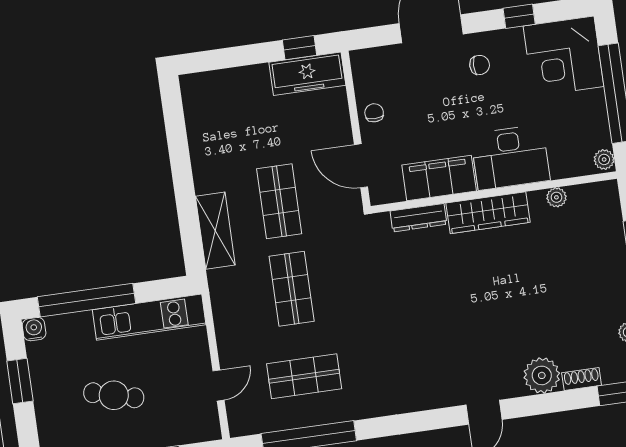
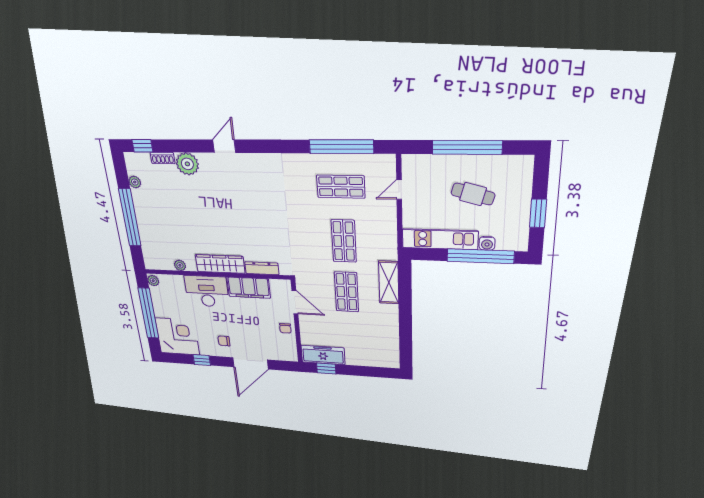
water cooler: (34, 329) -> (487, 243), moved

